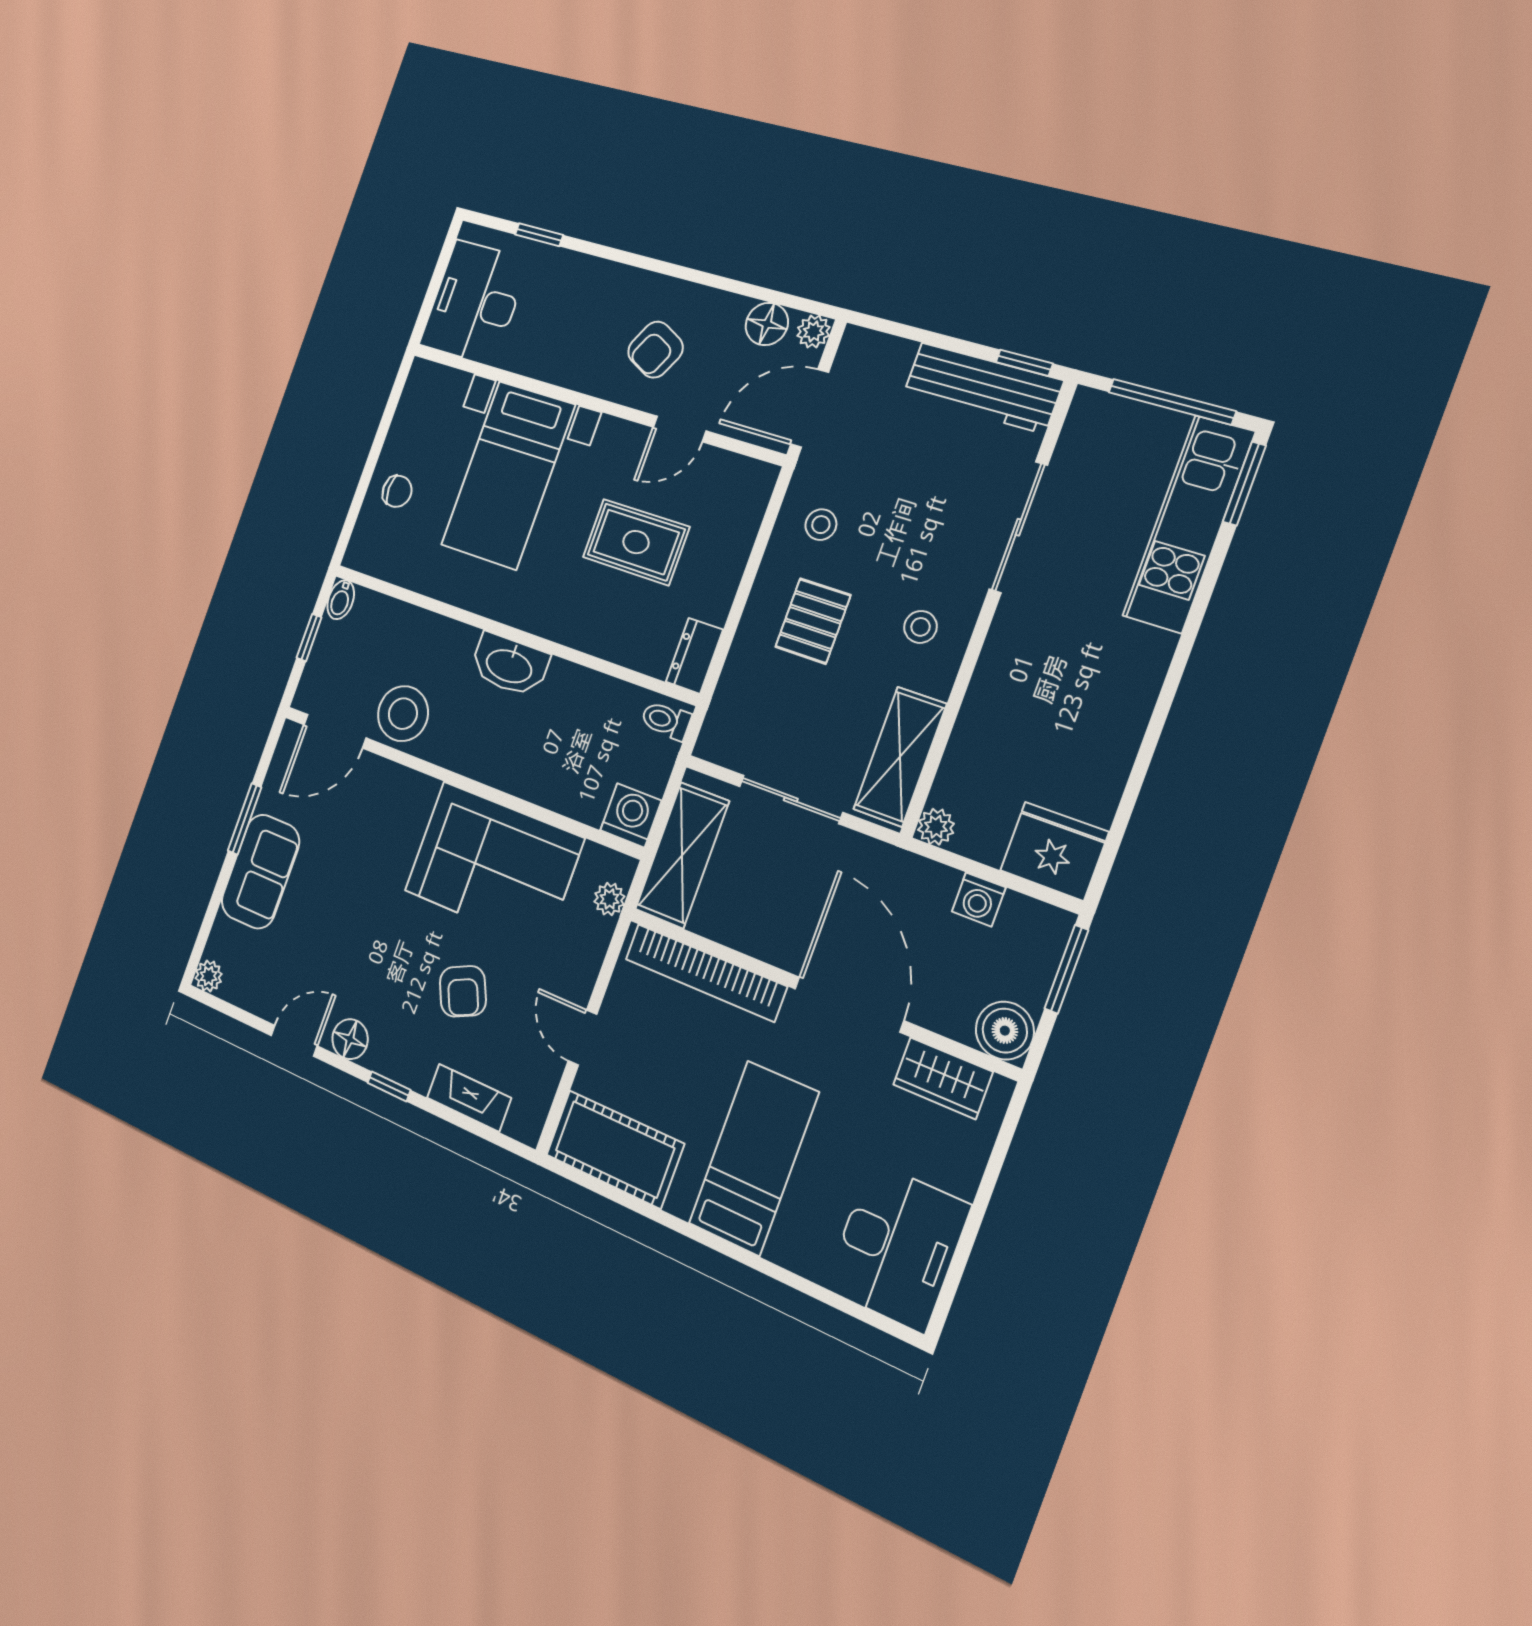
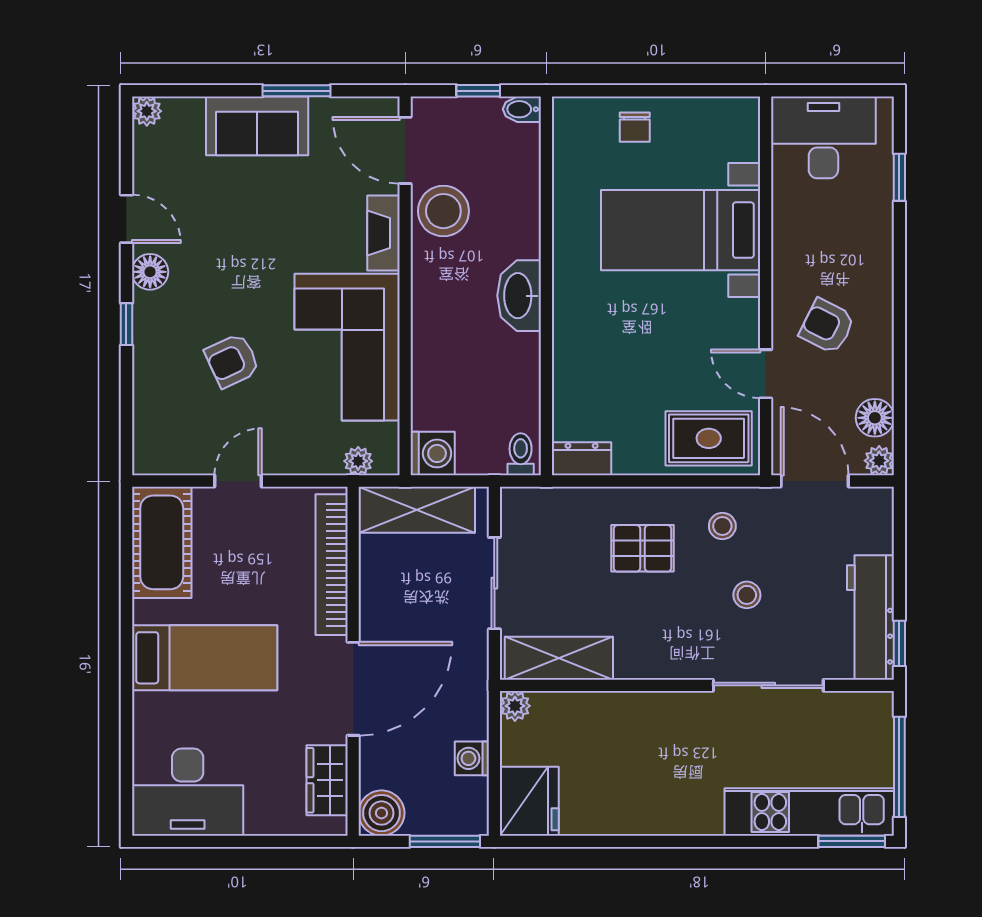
rug: (636, 542) -> (709, 438), moved, turned 90
stool: (921, 627) -> (747, 595), moved
fireplace: (469, 1098) -> (384, 233), moved, turned 180

